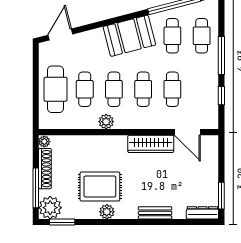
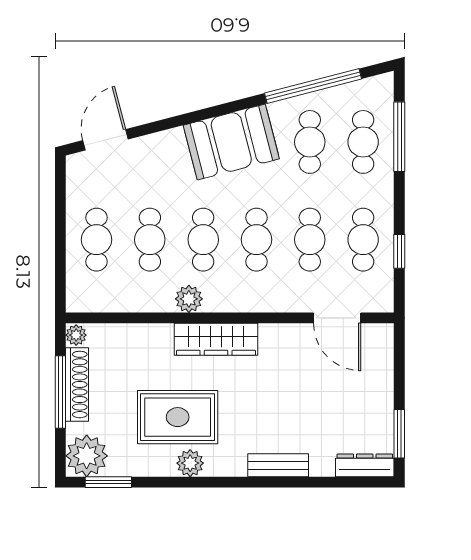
window: (221, 55) -> (399, 137), moved
cafe table: (56, 89) -> (97, 240), width x0.73, depth x0.74
cafe table: (202, 89) -> (363, 240), added
wardrobe: (151, 144) -> (216, 339), moved
window: (36, 188) -> (60, 392), moved

